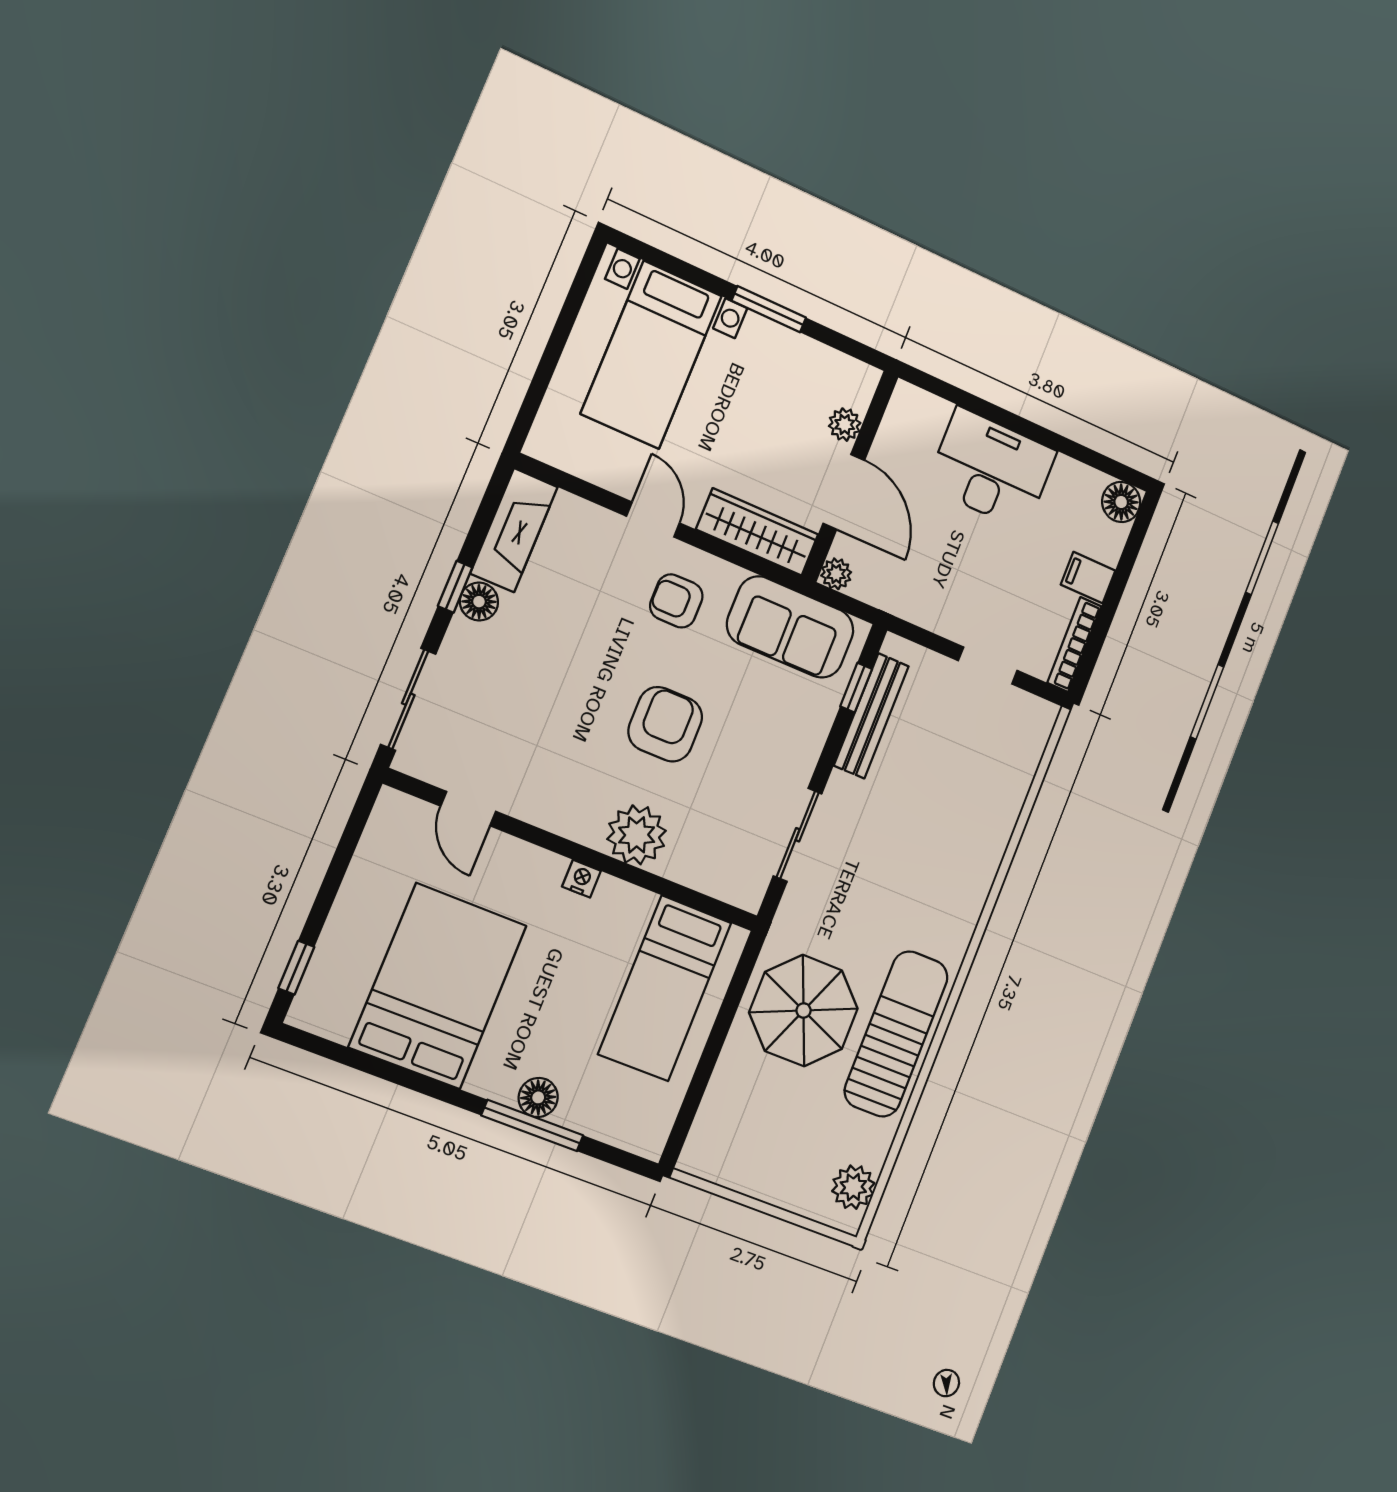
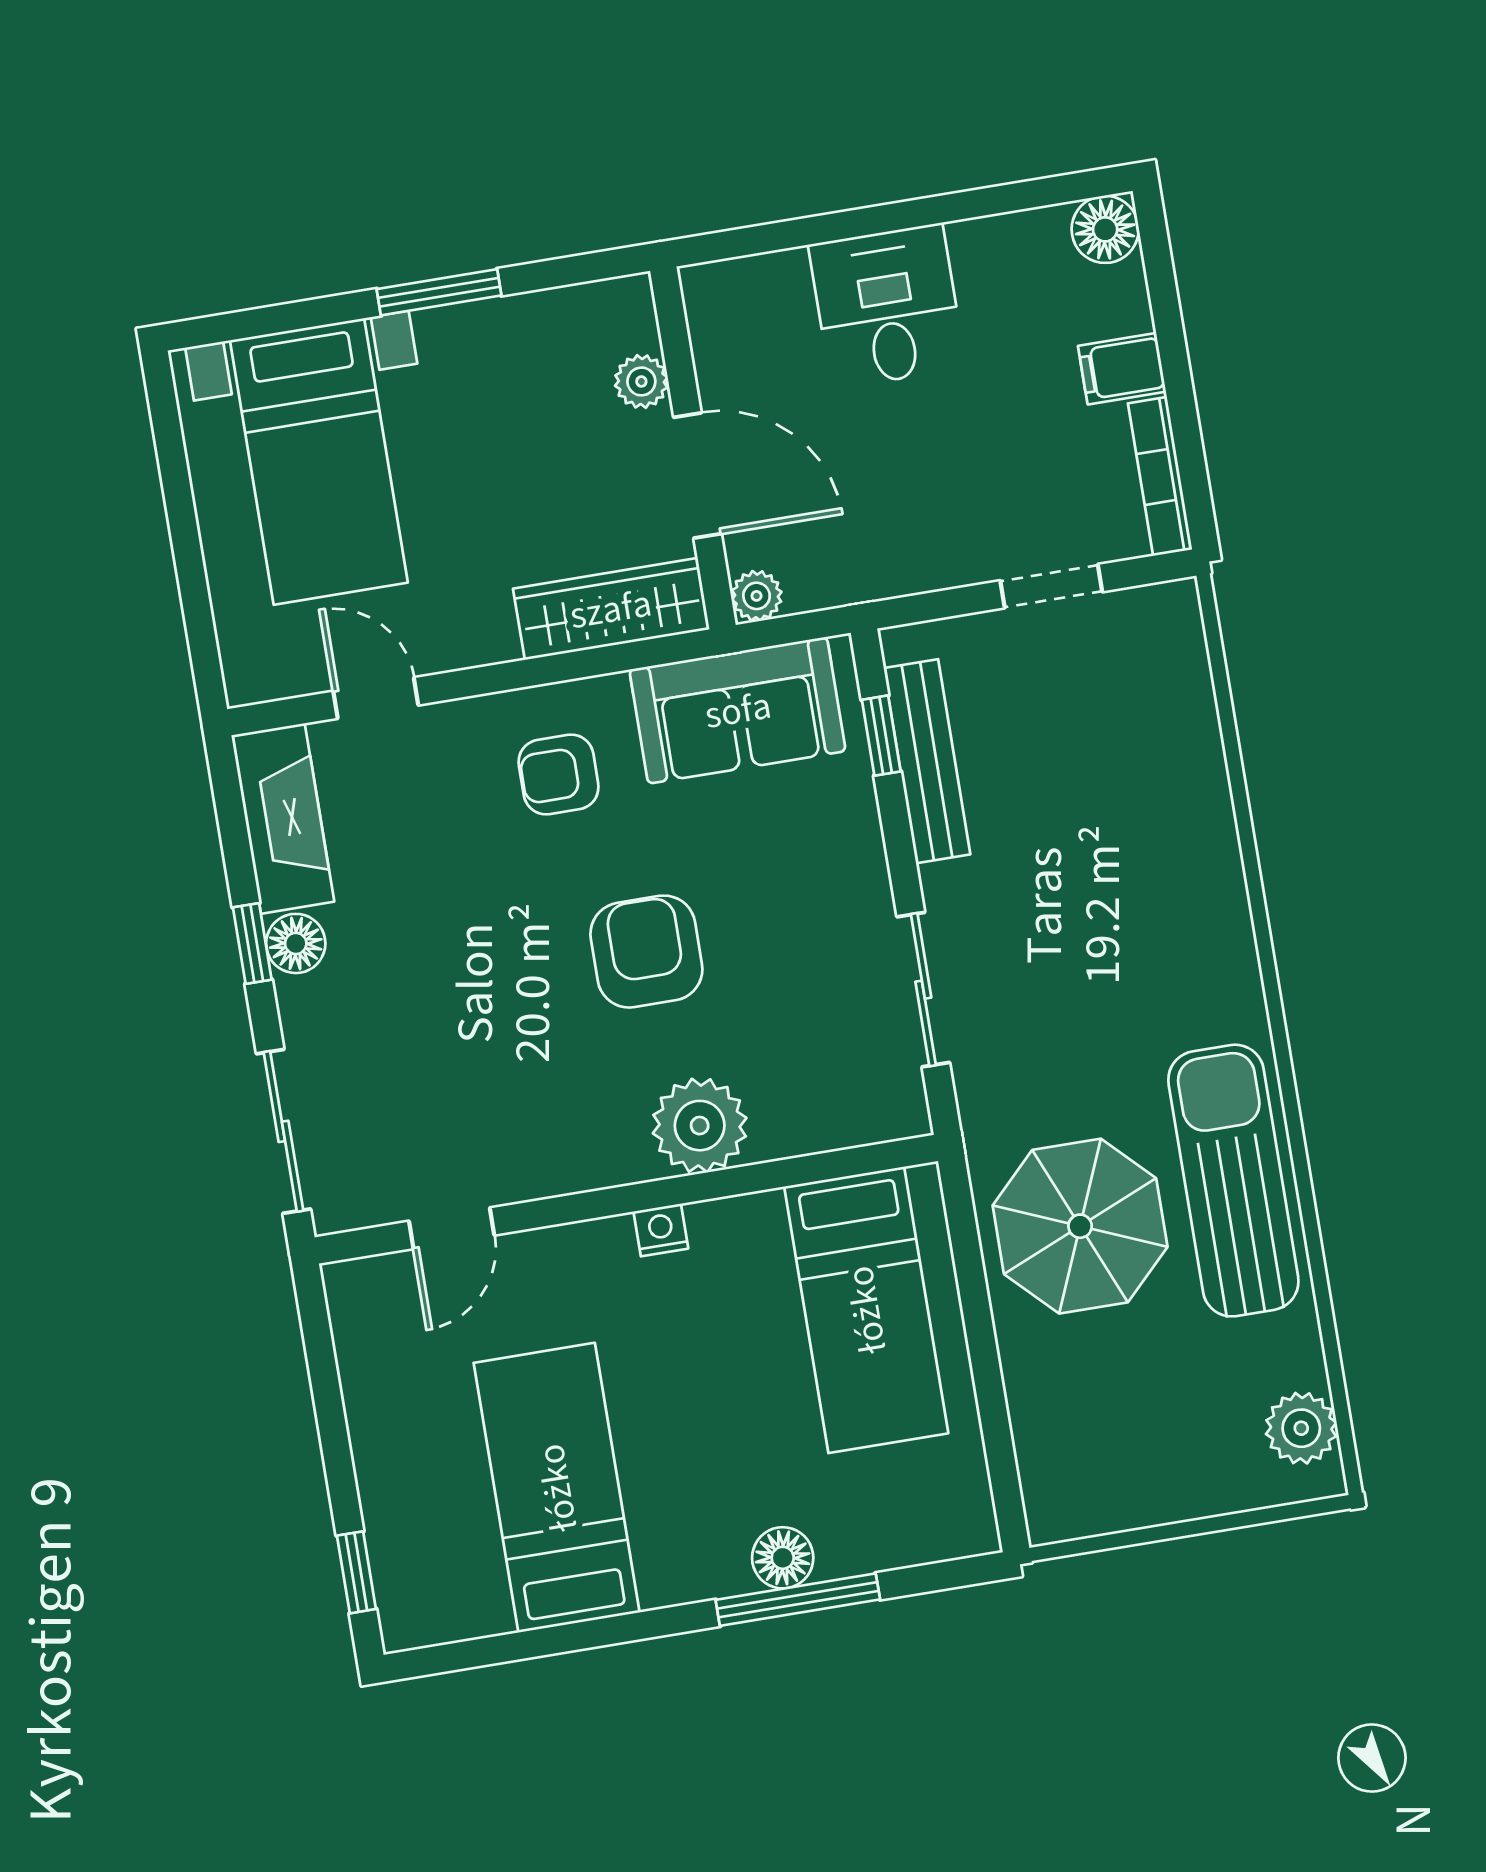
desk: (991, 469) -> (887, 306), width x0.73
door: (653, 520) -> (376, 698), moved
door: (468, 809) -> (452, 1228), hinge flipped
bed: (438, 986) -> (557, 1488), width x0.67

